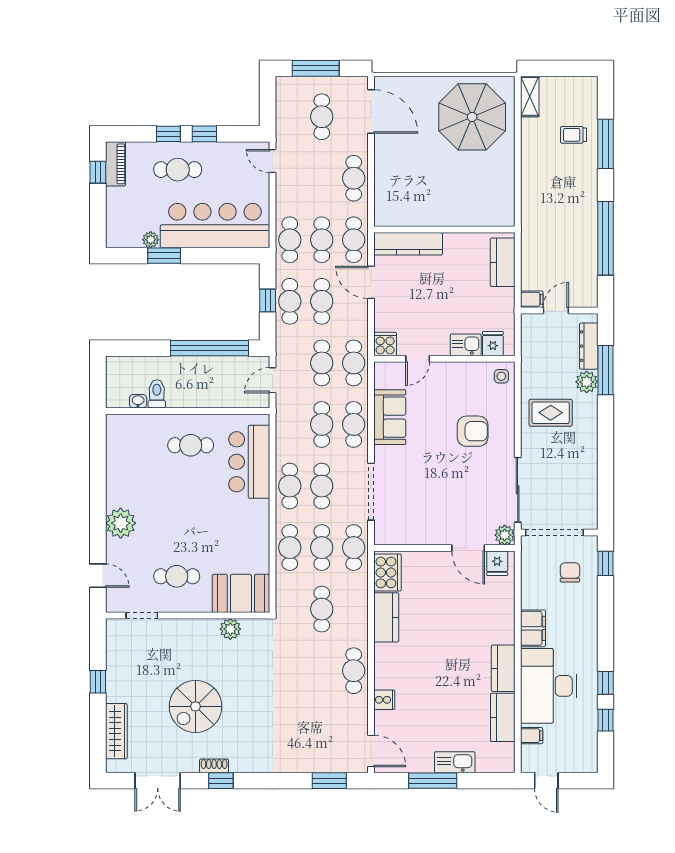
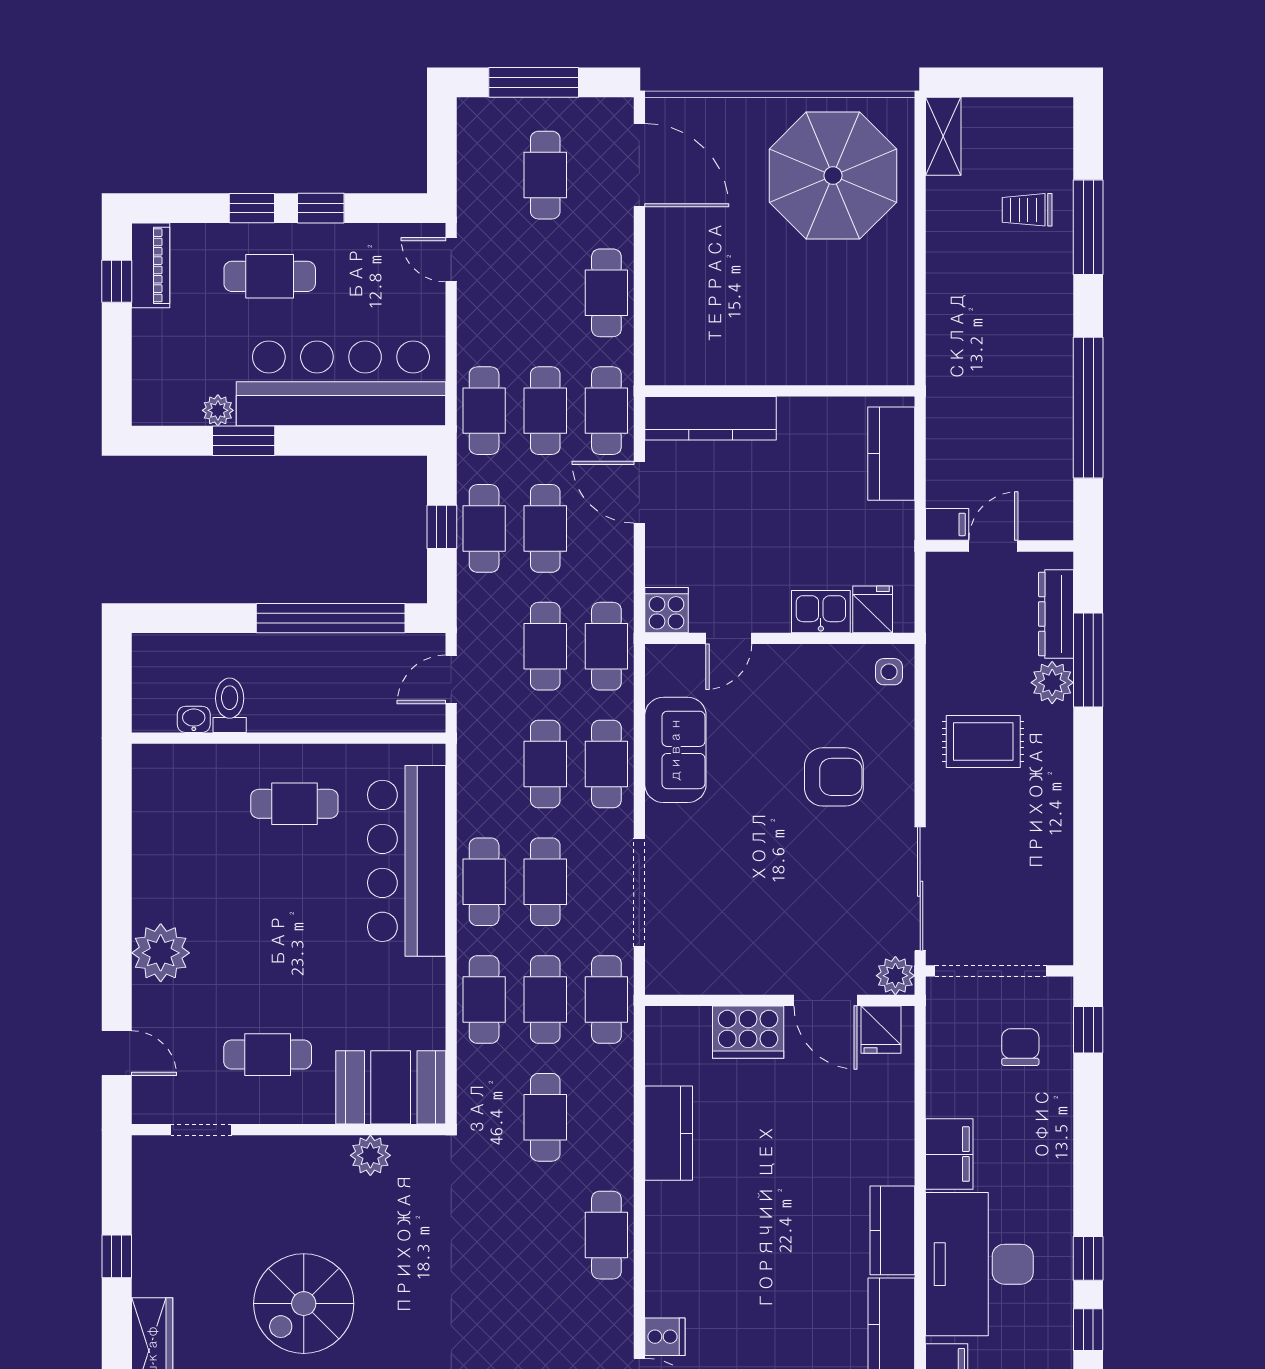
bar counter: (249, 462) -> (407, 861), width x1.36
cooker: (388, 573) -> (748, 1032), moved, turned 90
cooker: (384, 700) -> (665, 1337), moved

